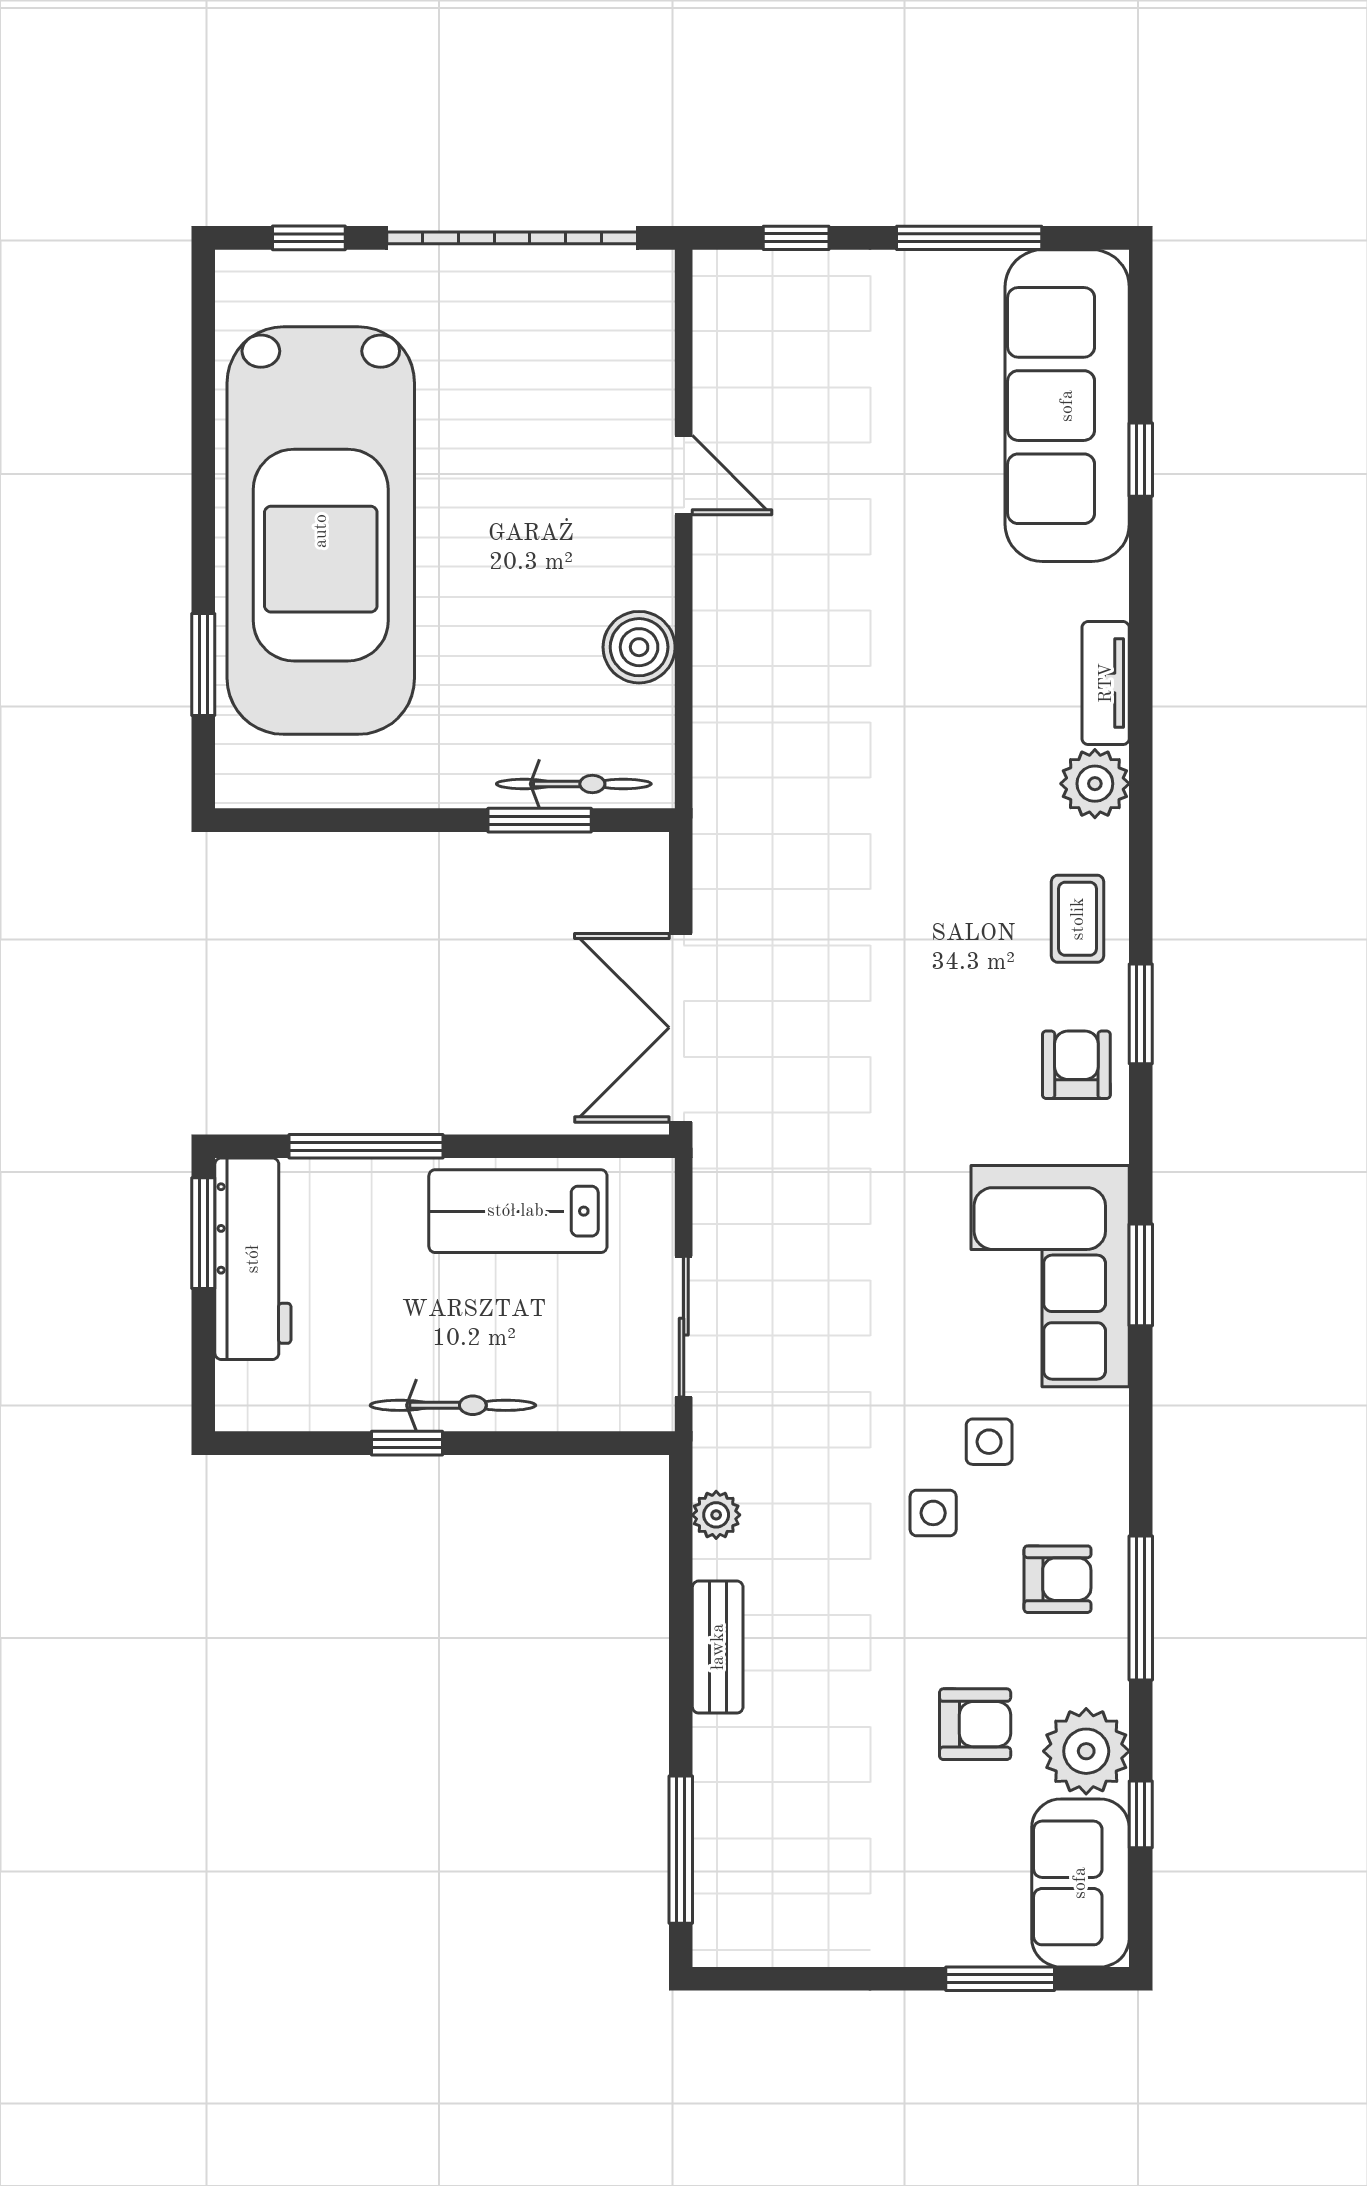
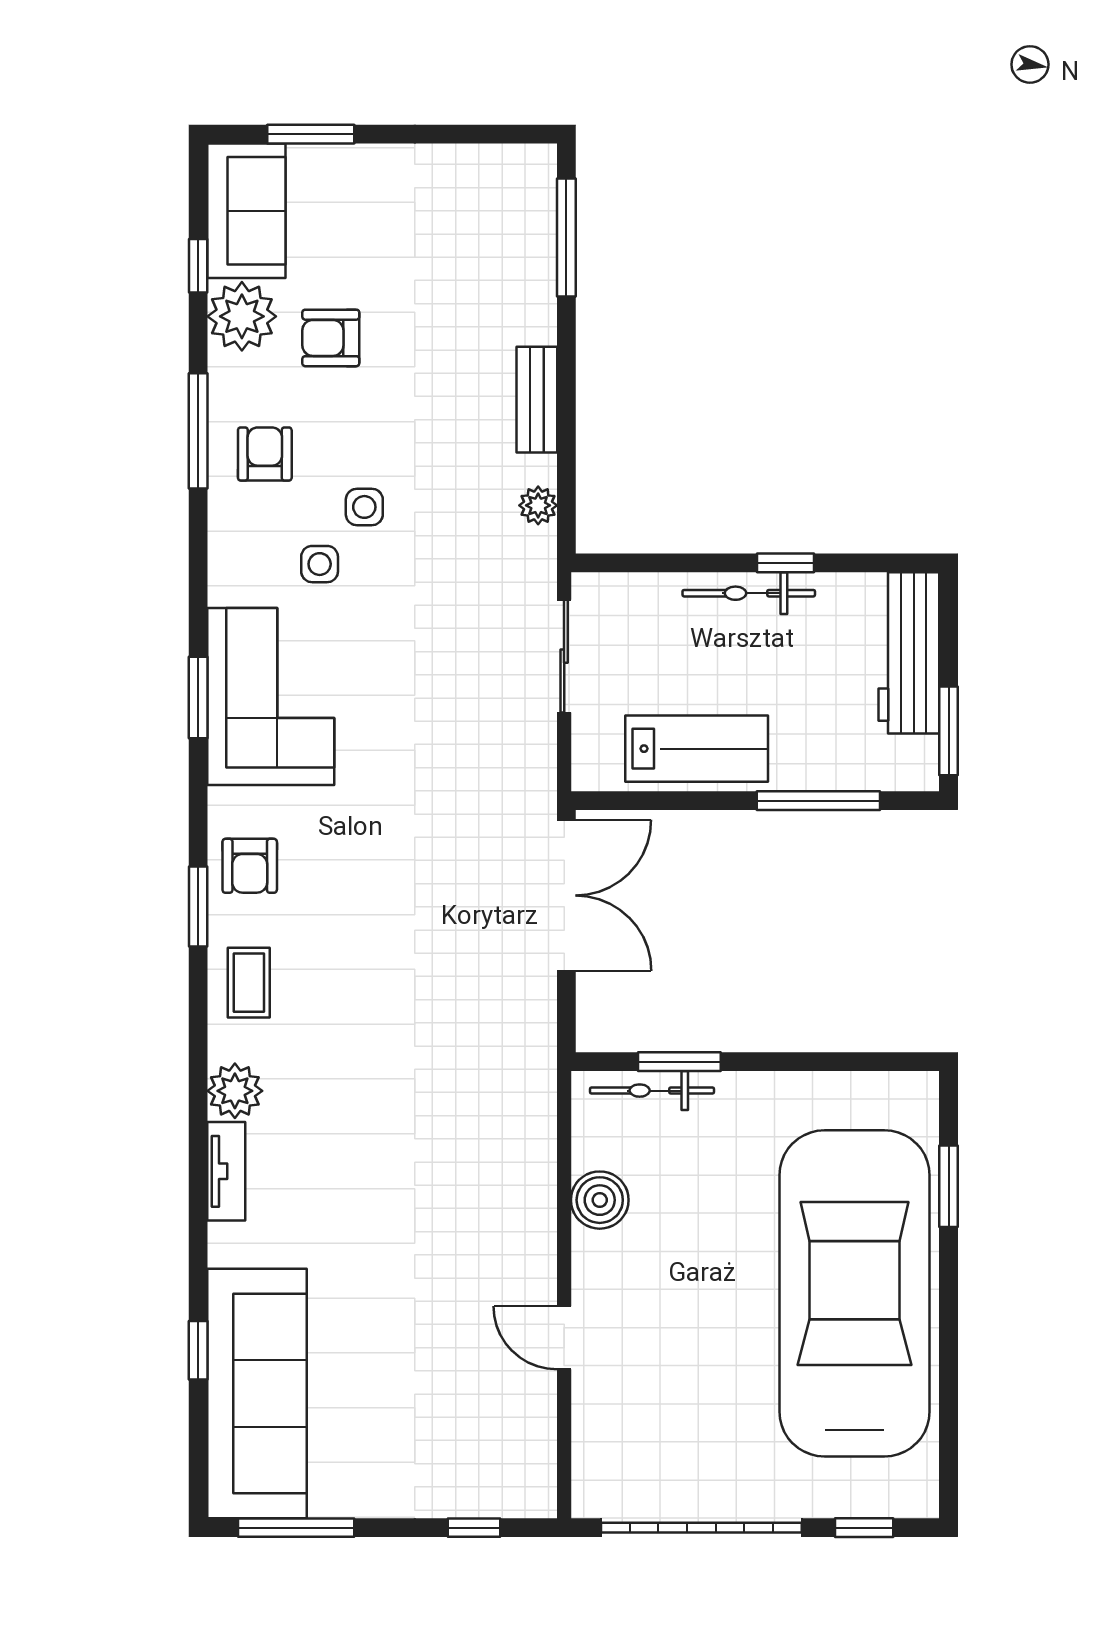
window: (969, 238) -> (296, 1528), moved
workbench: (253, 1259) -> (909, 653), moved
armchair: (1058, 1579) -> (265, 454), turned 90

